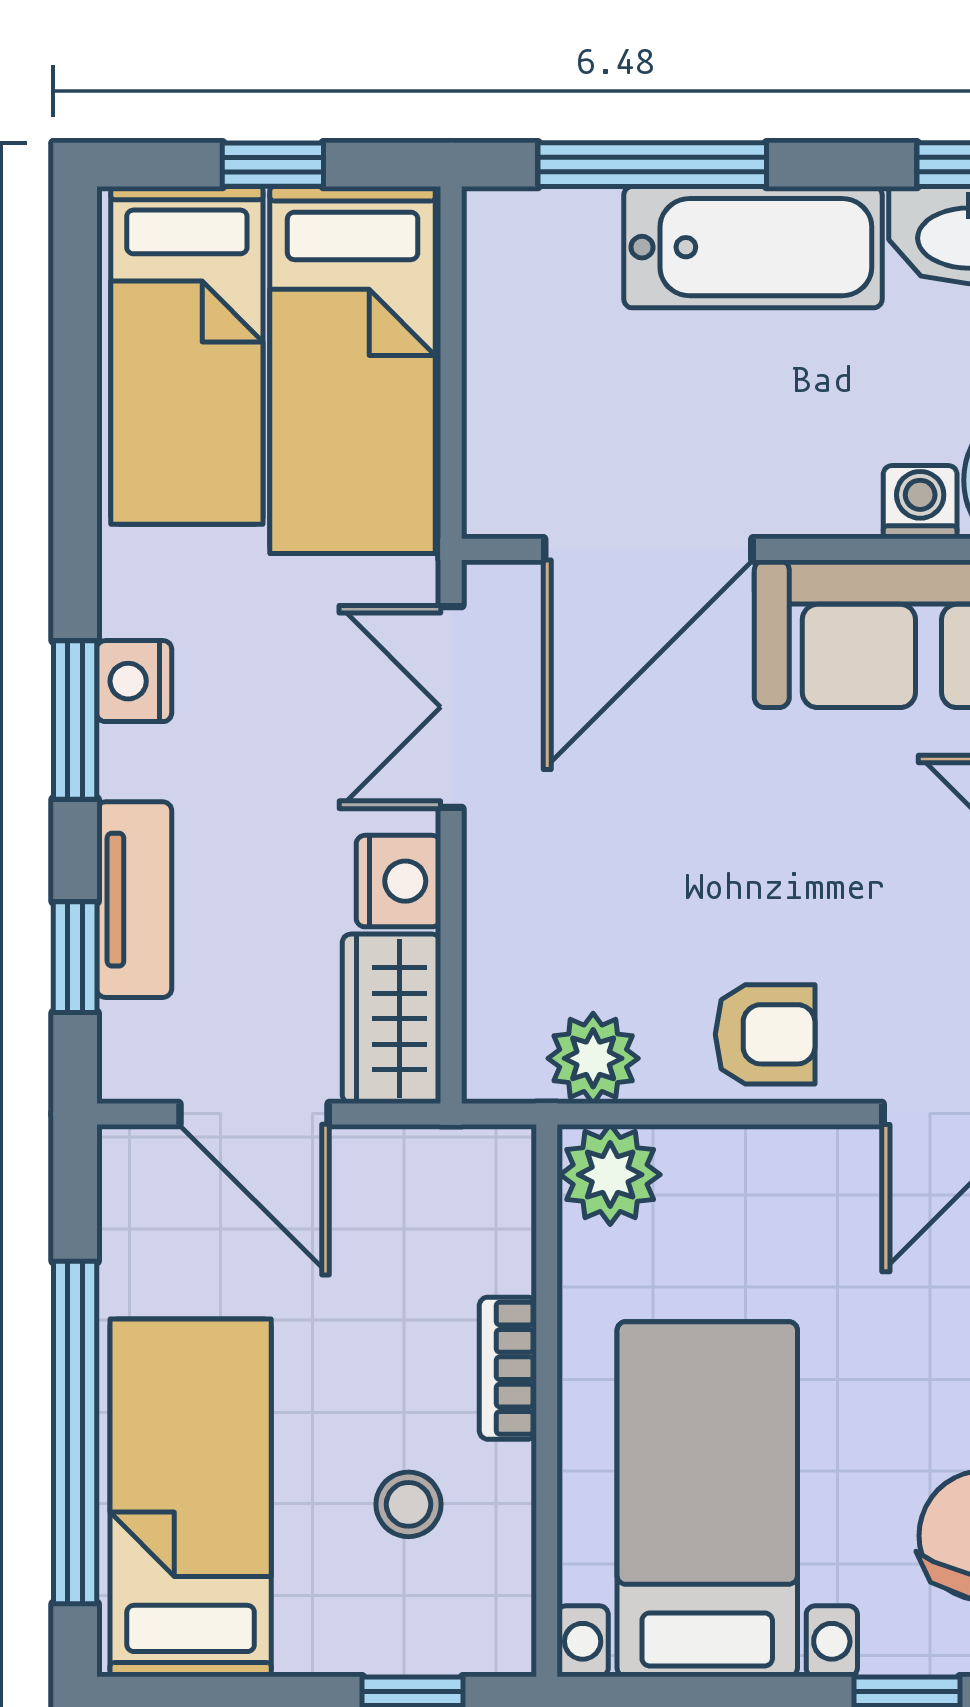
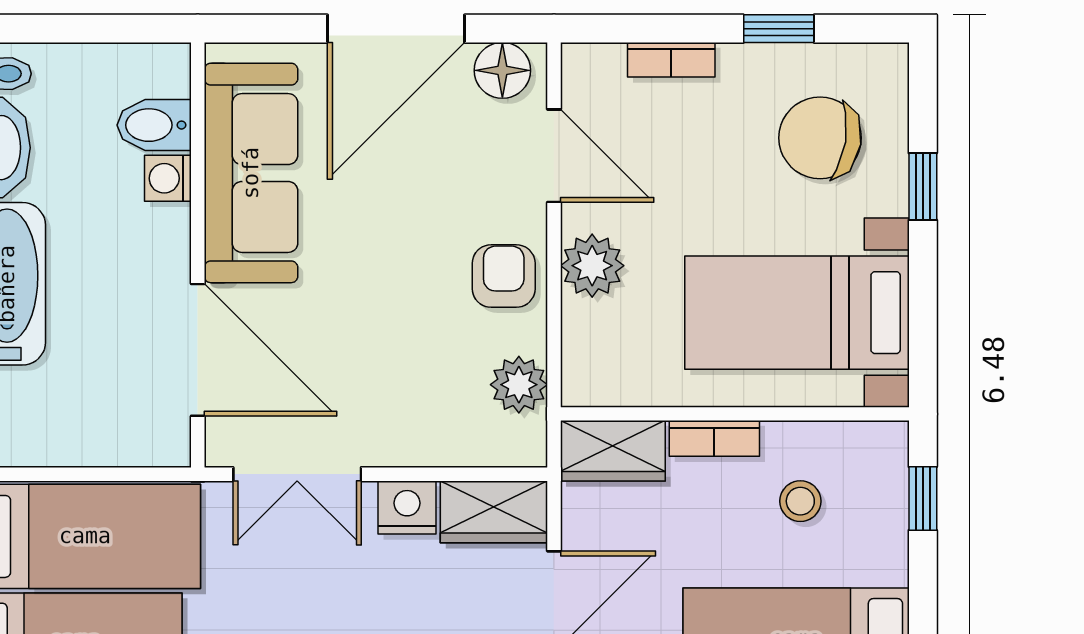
plant: (610, 1175) -> (592, 266), moved
wardrobe: (488, 1207) -> (613, 451), added

